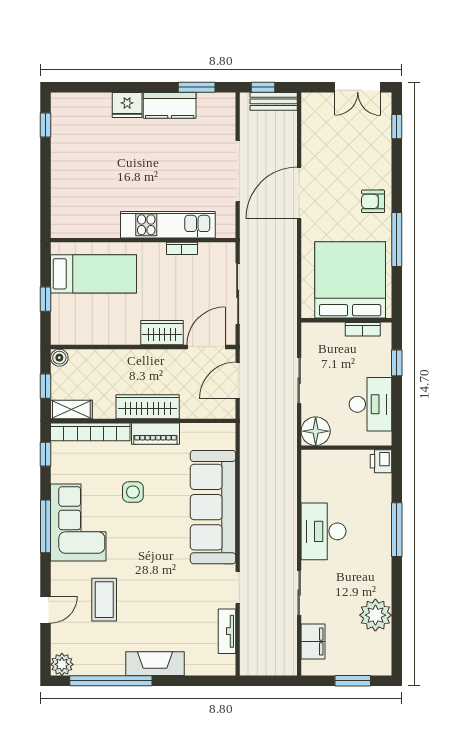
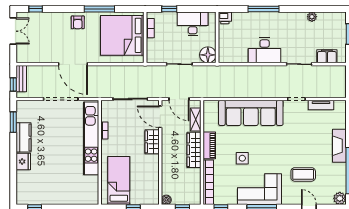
kitchen unit: (168, 225) -> (91, 138), width x1.36
shelving: (71, 410) -> (196, 119), moved
plant: (375, 615) -> (312, 17), width x0.53, depth x0.53

